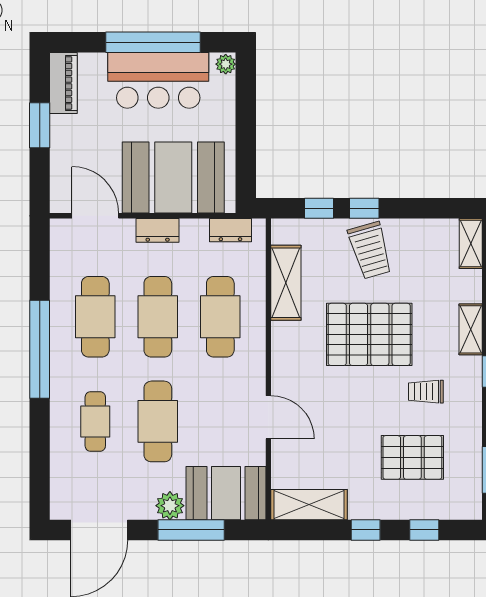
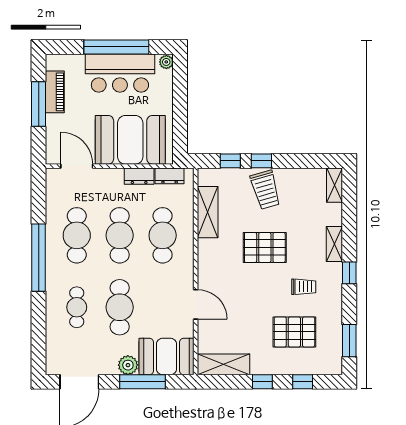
piano: (63, 83) -> (55, 92), moved
window: (40, 125) -> (39, 104), width x1.44
dresser: (158, 230) -> (139, 176), moved
pallet: (369, 334) -> (265, 247), width x0.73, depth x0.71
trolley: (426, 392) -> (304, 287), turned 180

